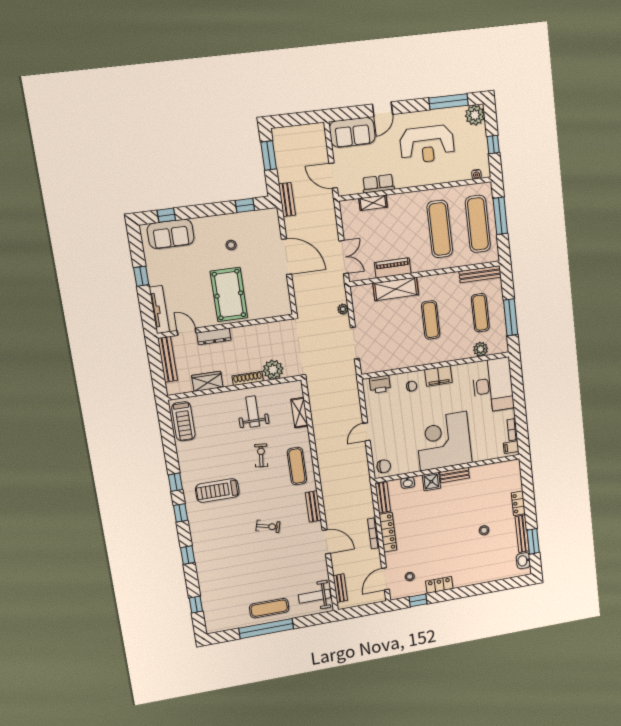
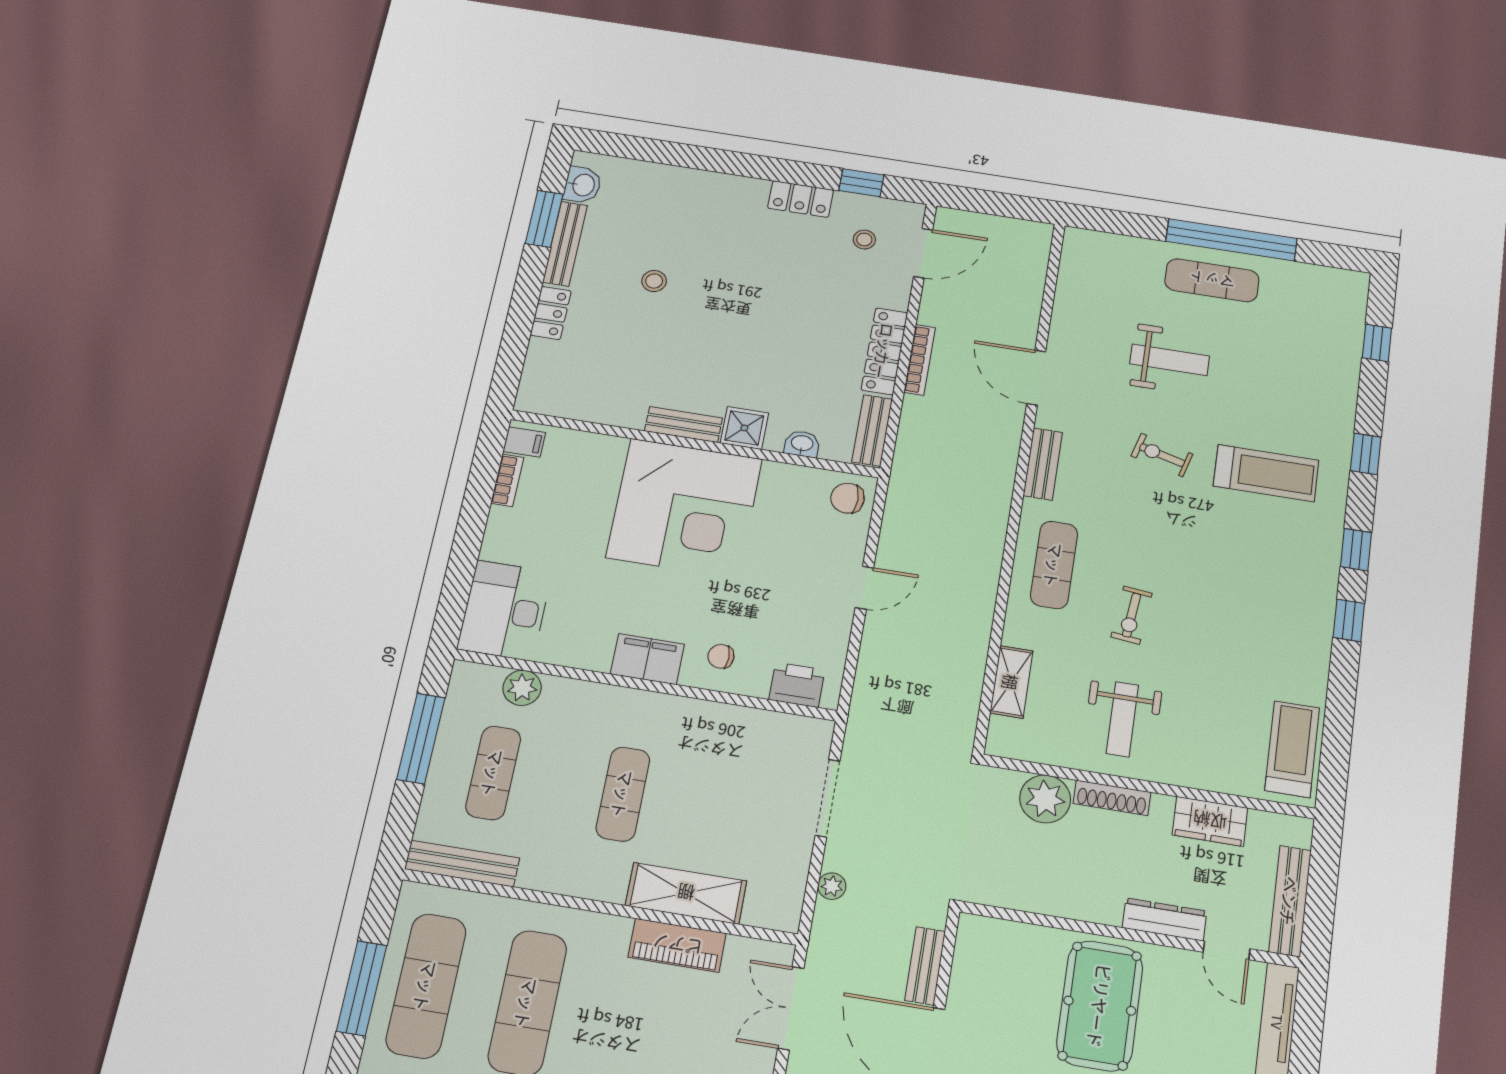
desk: (493, 385) -> (505, 610), width x0.73, depth x0.77
treadmill: (217, 491) -> (1266, 473), moved
bench: (340, 588) -> (925, 966), moved
weight bench: (314, 596) -> (1170, 360), moved

